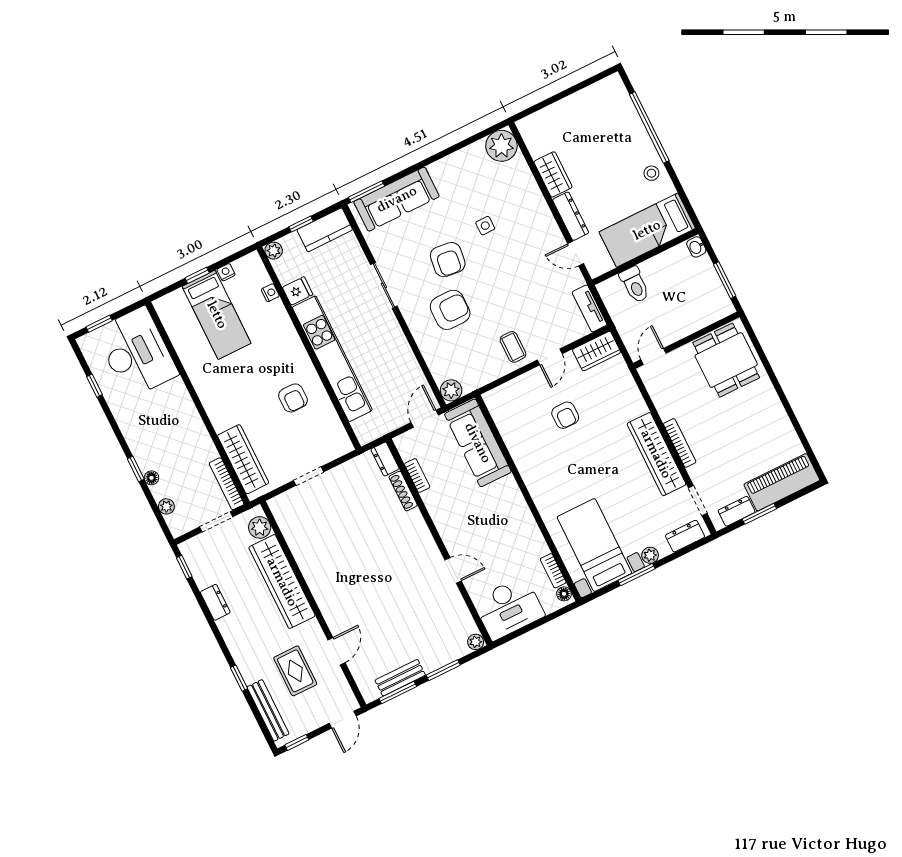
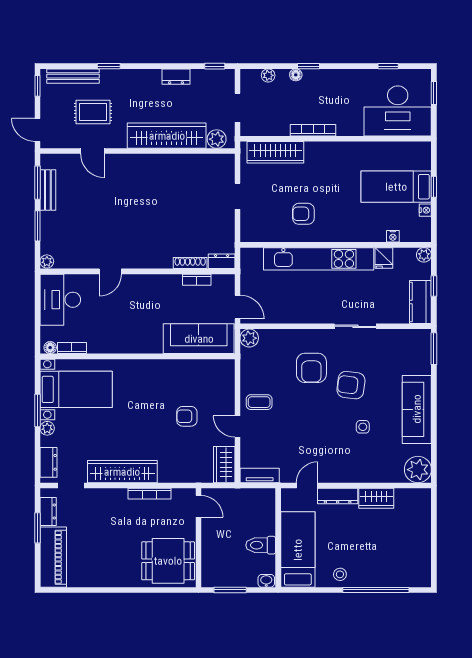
sofa: (397, 199) -> (417, 409), moved
toilet: (635, 285) -> (261, 545), moved
bookcase: (680, 443) -> (149, 494), moved
bookcase: (227, 484) -> (313, 130), moved

